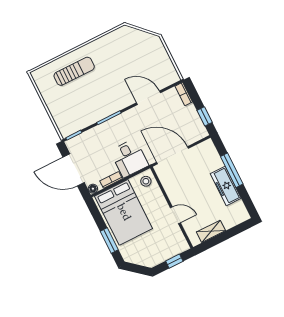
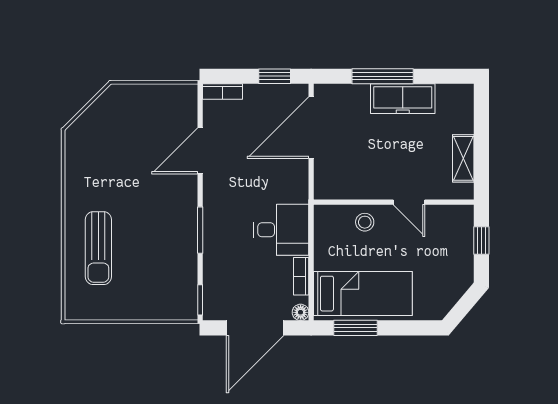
sun lounger: (74, 71) -> (98, 248), turned 180
door: (173, 155) -> (311, 128), moved
stool: (146, 181) -> (365, 222), moved
bed: (124, 212) -> (363, 294), width x0.67
door: (175, 215) -> (409, 202), swing flipped
window: (109, 241) -> (355, 328), moved

